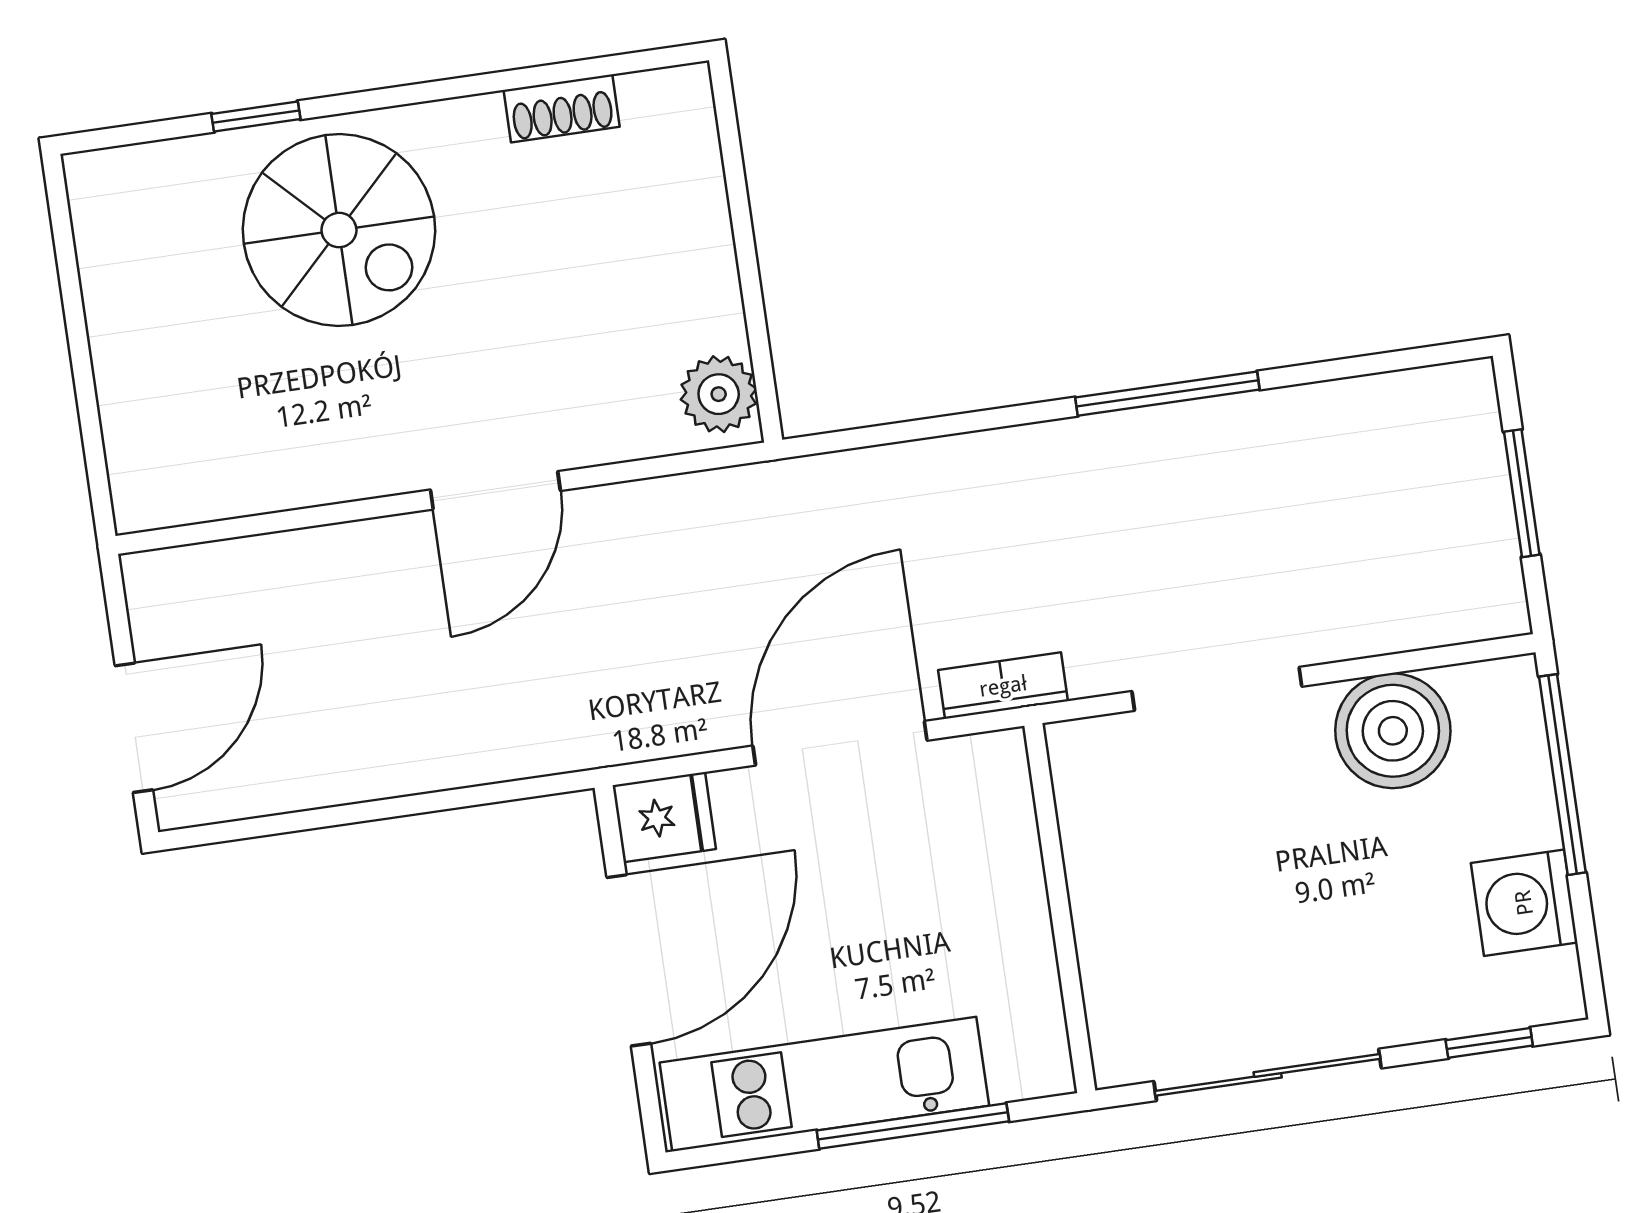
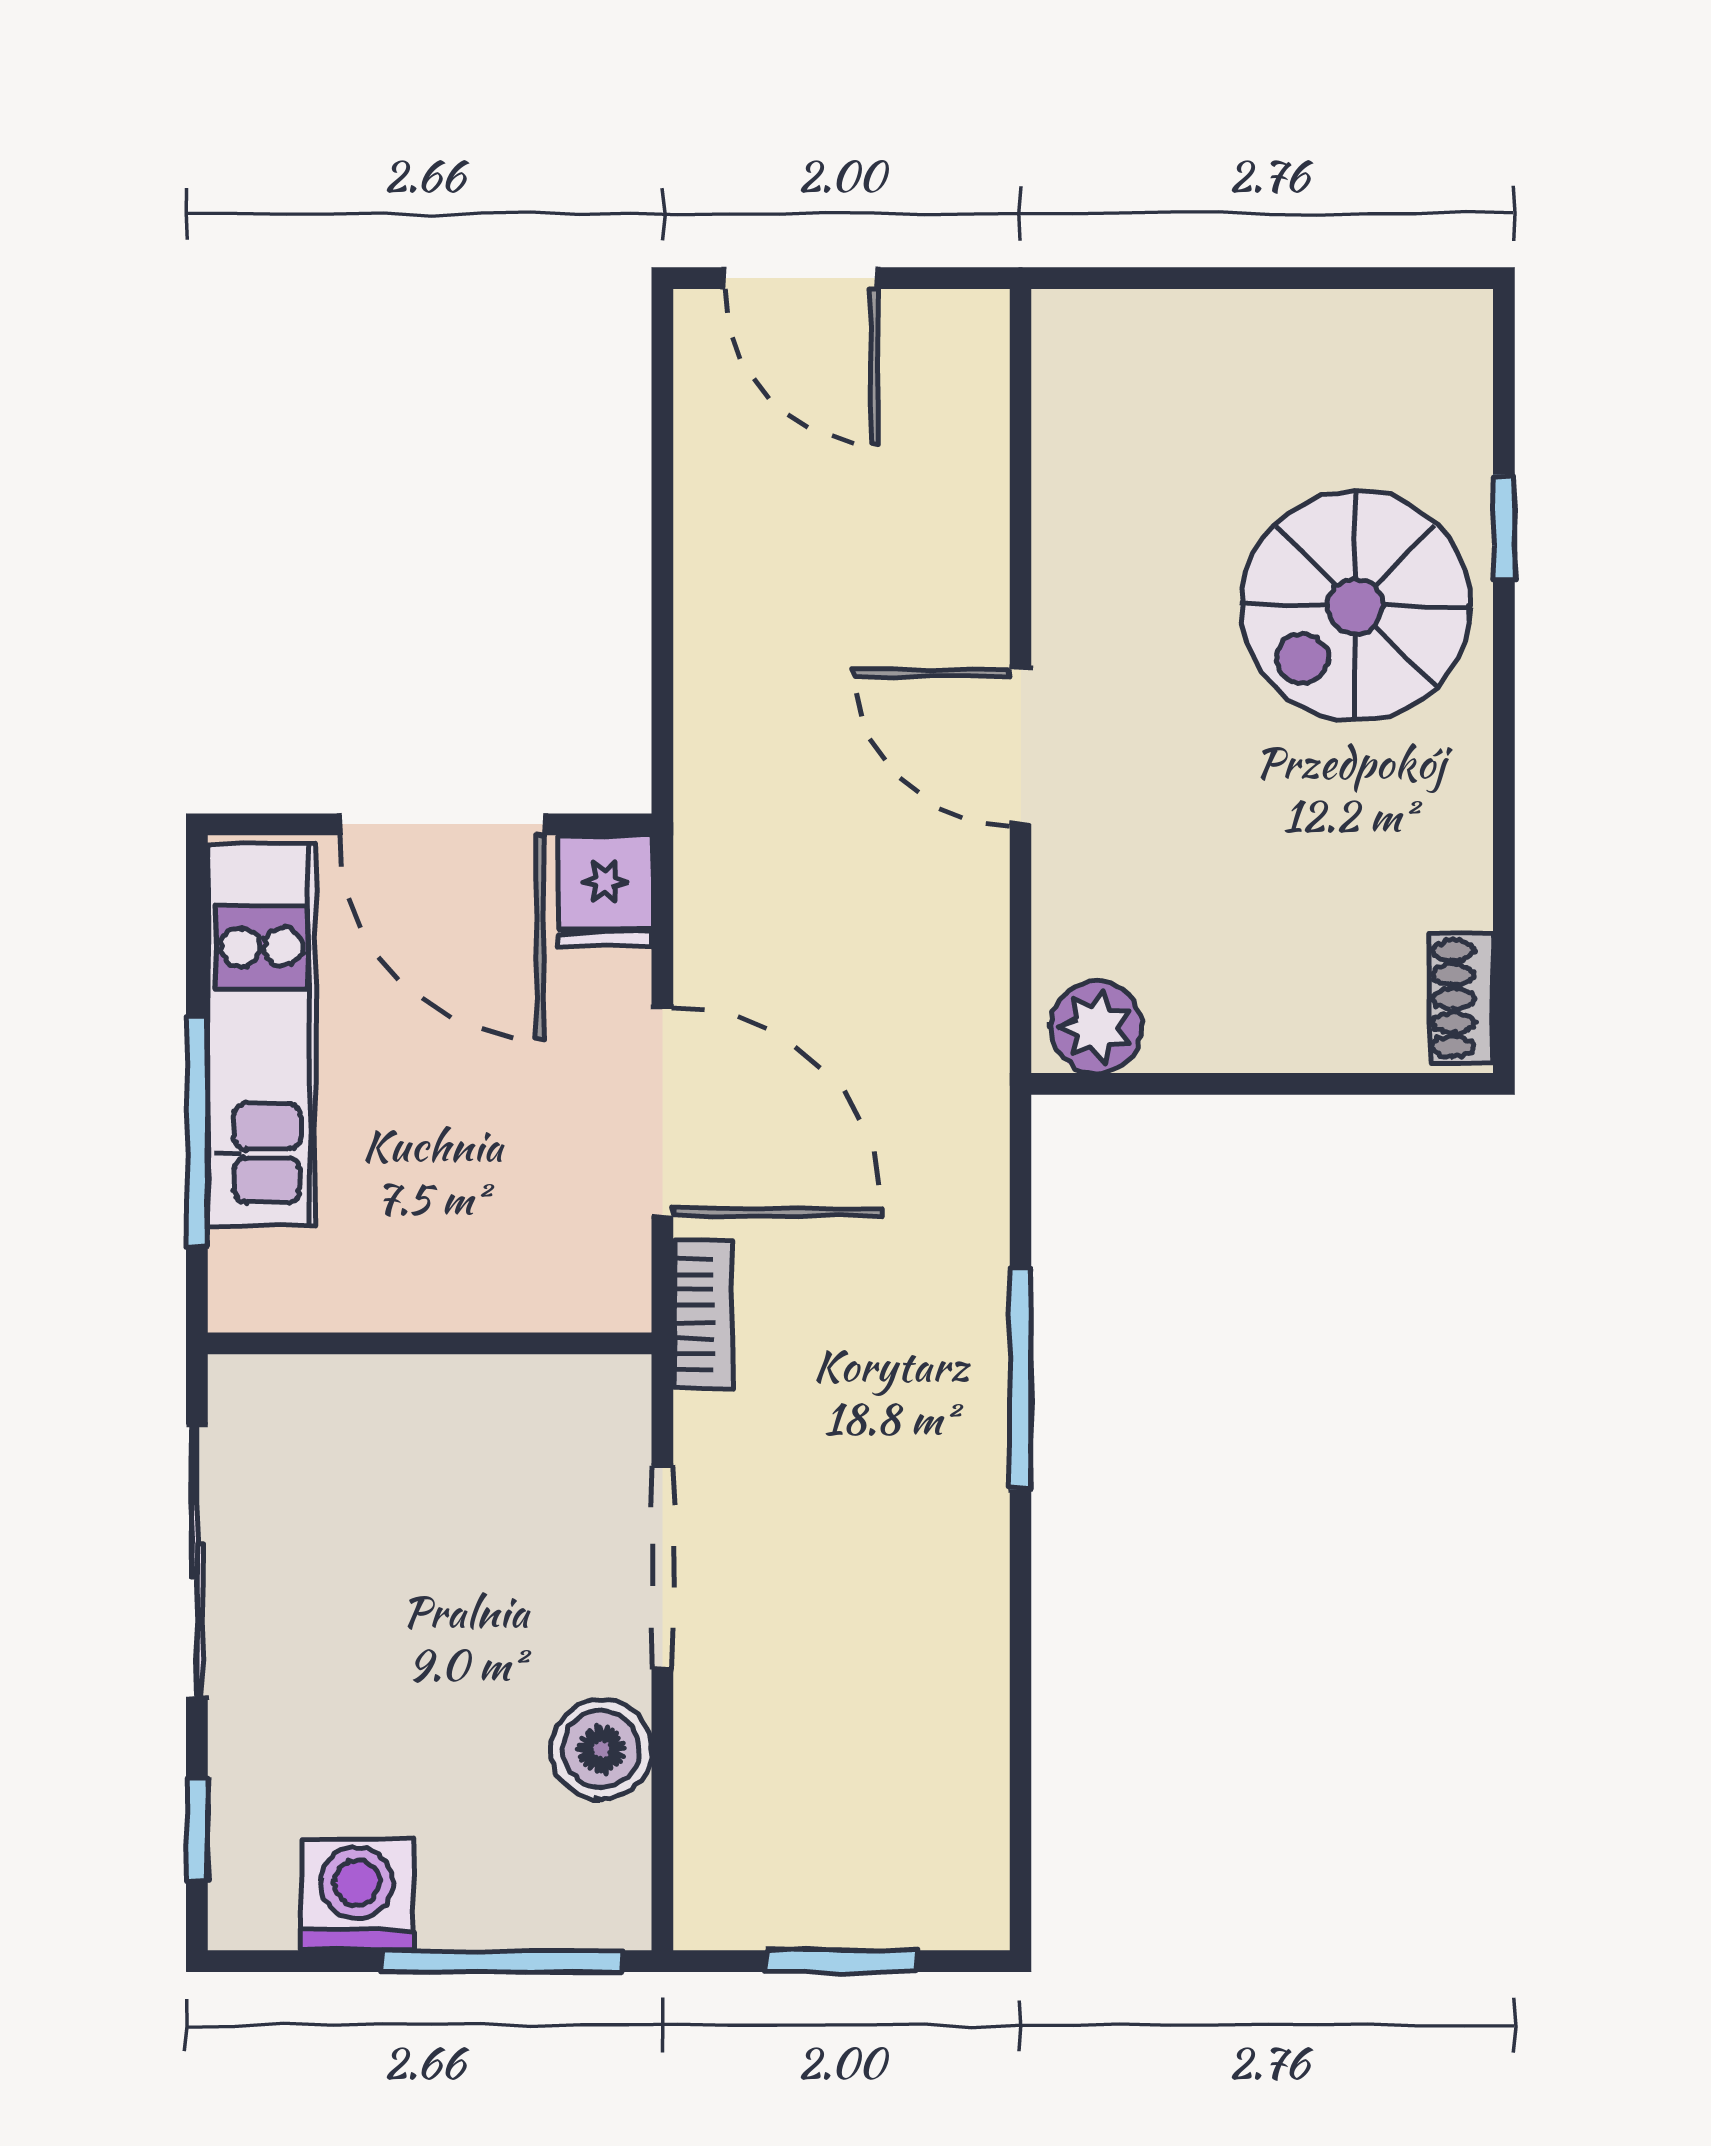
shoe rack: (562, 108) -> (1461, 999), moved
window: (1167, 394) -> (1021, 1379), moved
boiler: (1393, 731) -> (601, 1749), width x0.73, depth x0.73

